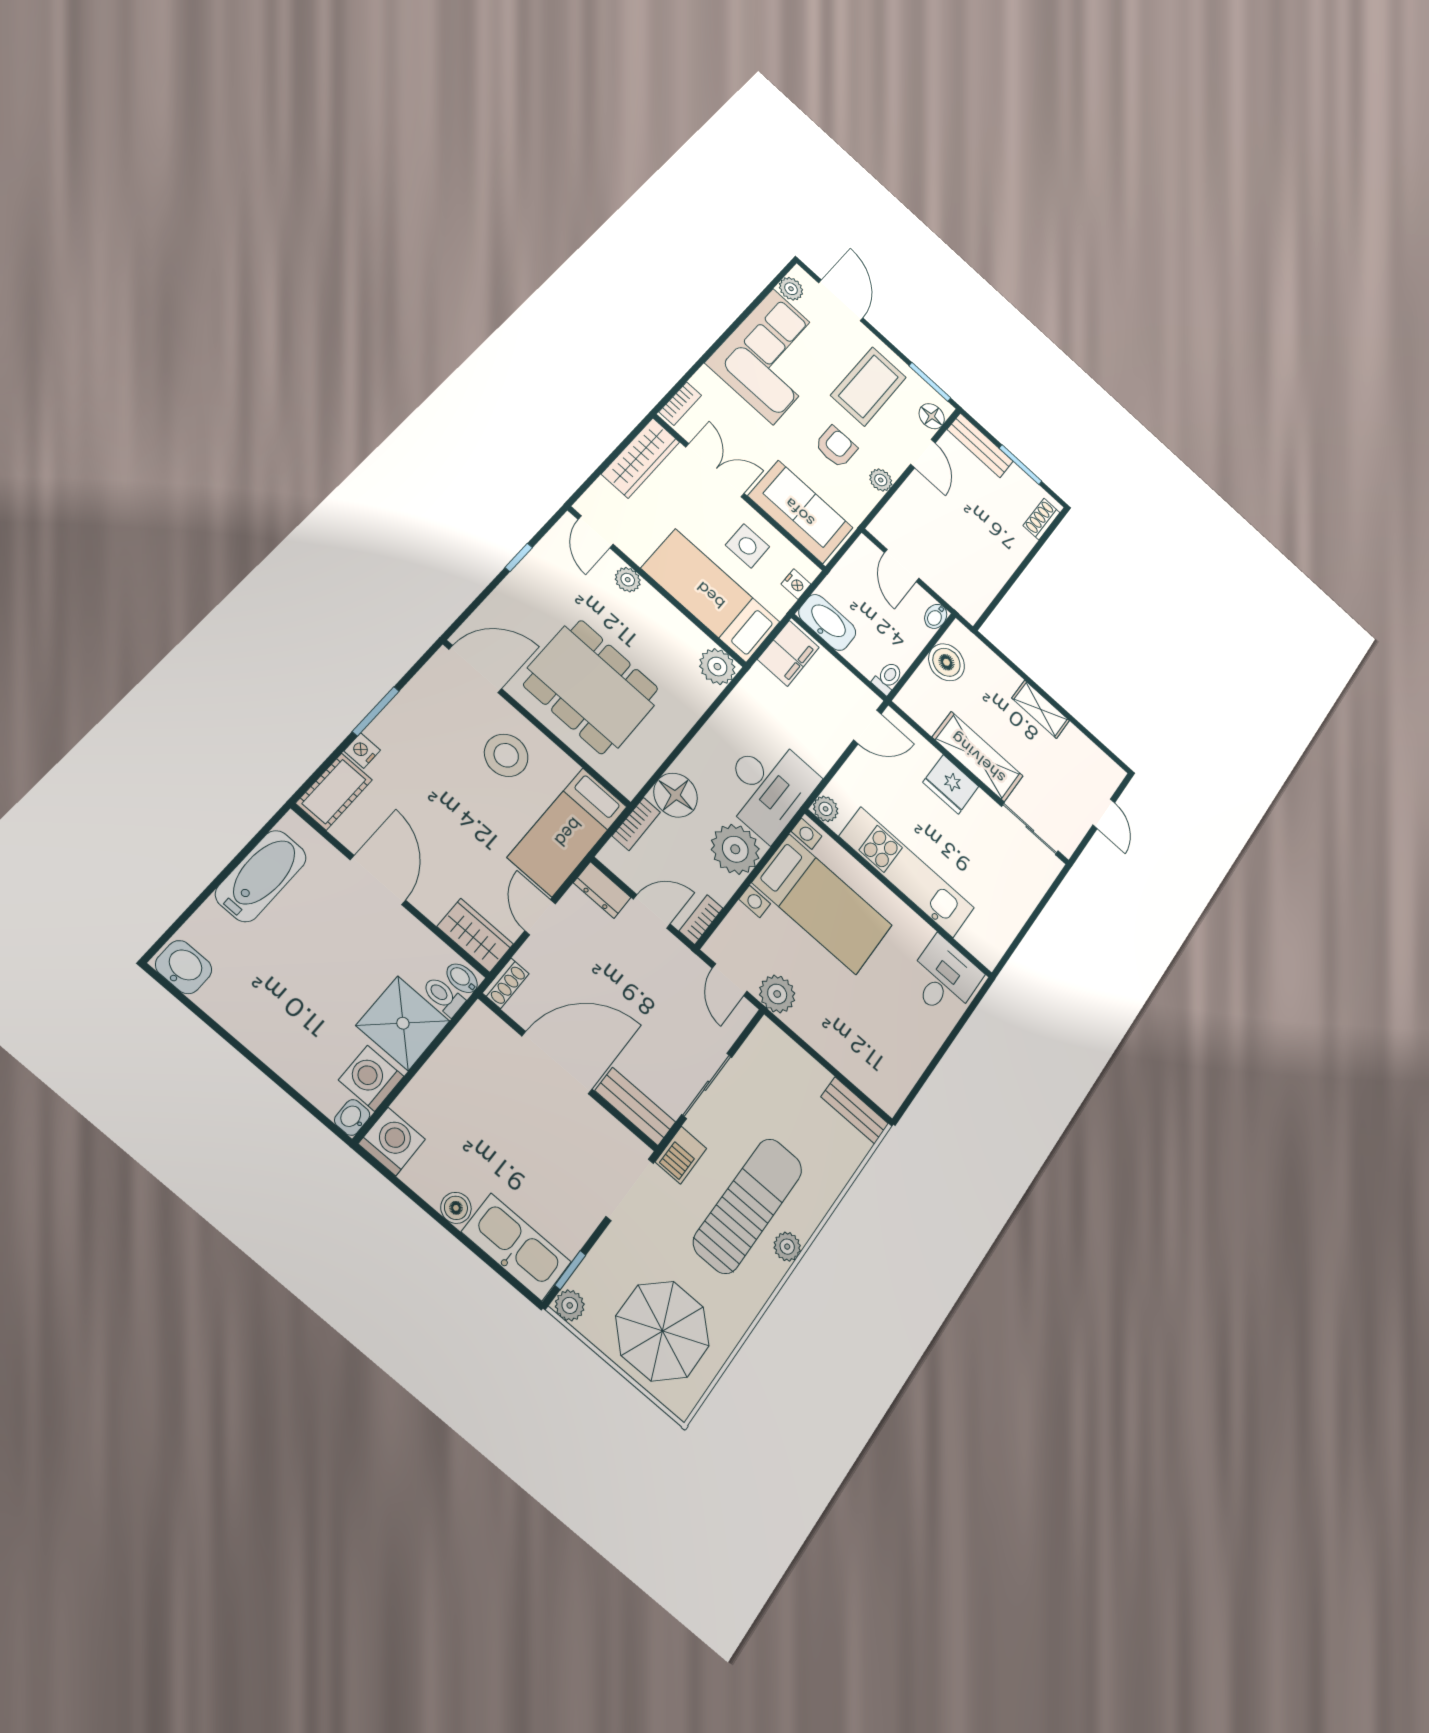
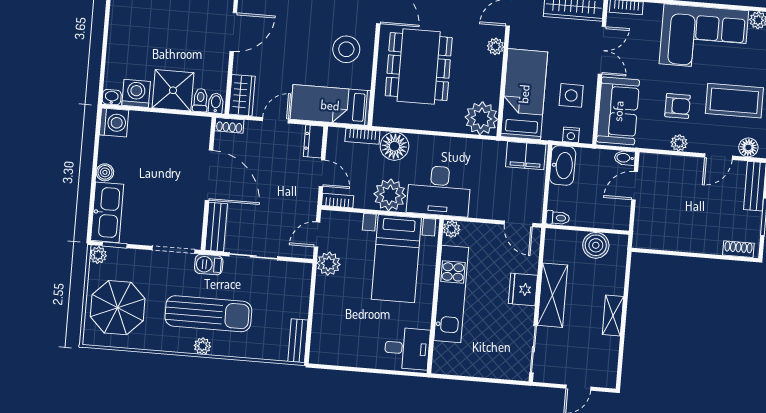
bidet: (936, 616) -> (625, 158), moved
plant: (717, 667) -> (481, 118), width x1.36, depth x1.36

